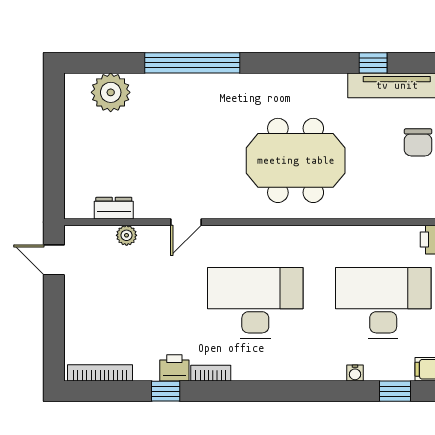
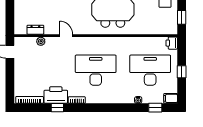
door: (186, 222) -> (66, 36), swing flipped
printer: (174, 368) -> (56, 95), width x1.87, depth x1.48

